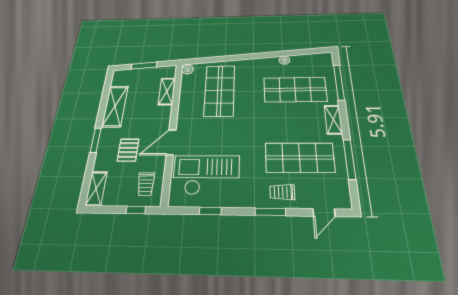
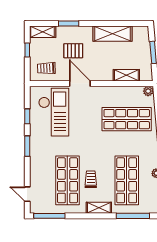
window: (96, 140) -> (69, 24), moved
window: (349, 159) -> (49, 216), moved
trolley: (282, 192) -> (91, 179), moved
window: (136, 210) -> (27, 50), moved
window: (270, 212) -> (27, 146), moved

